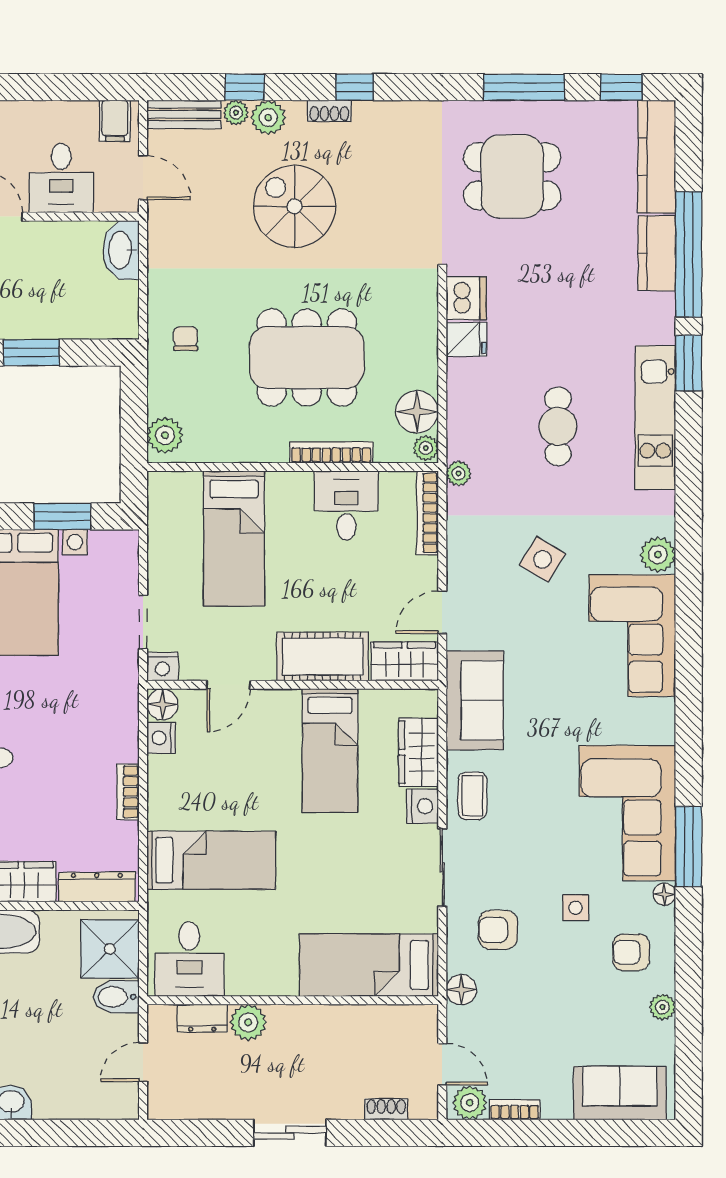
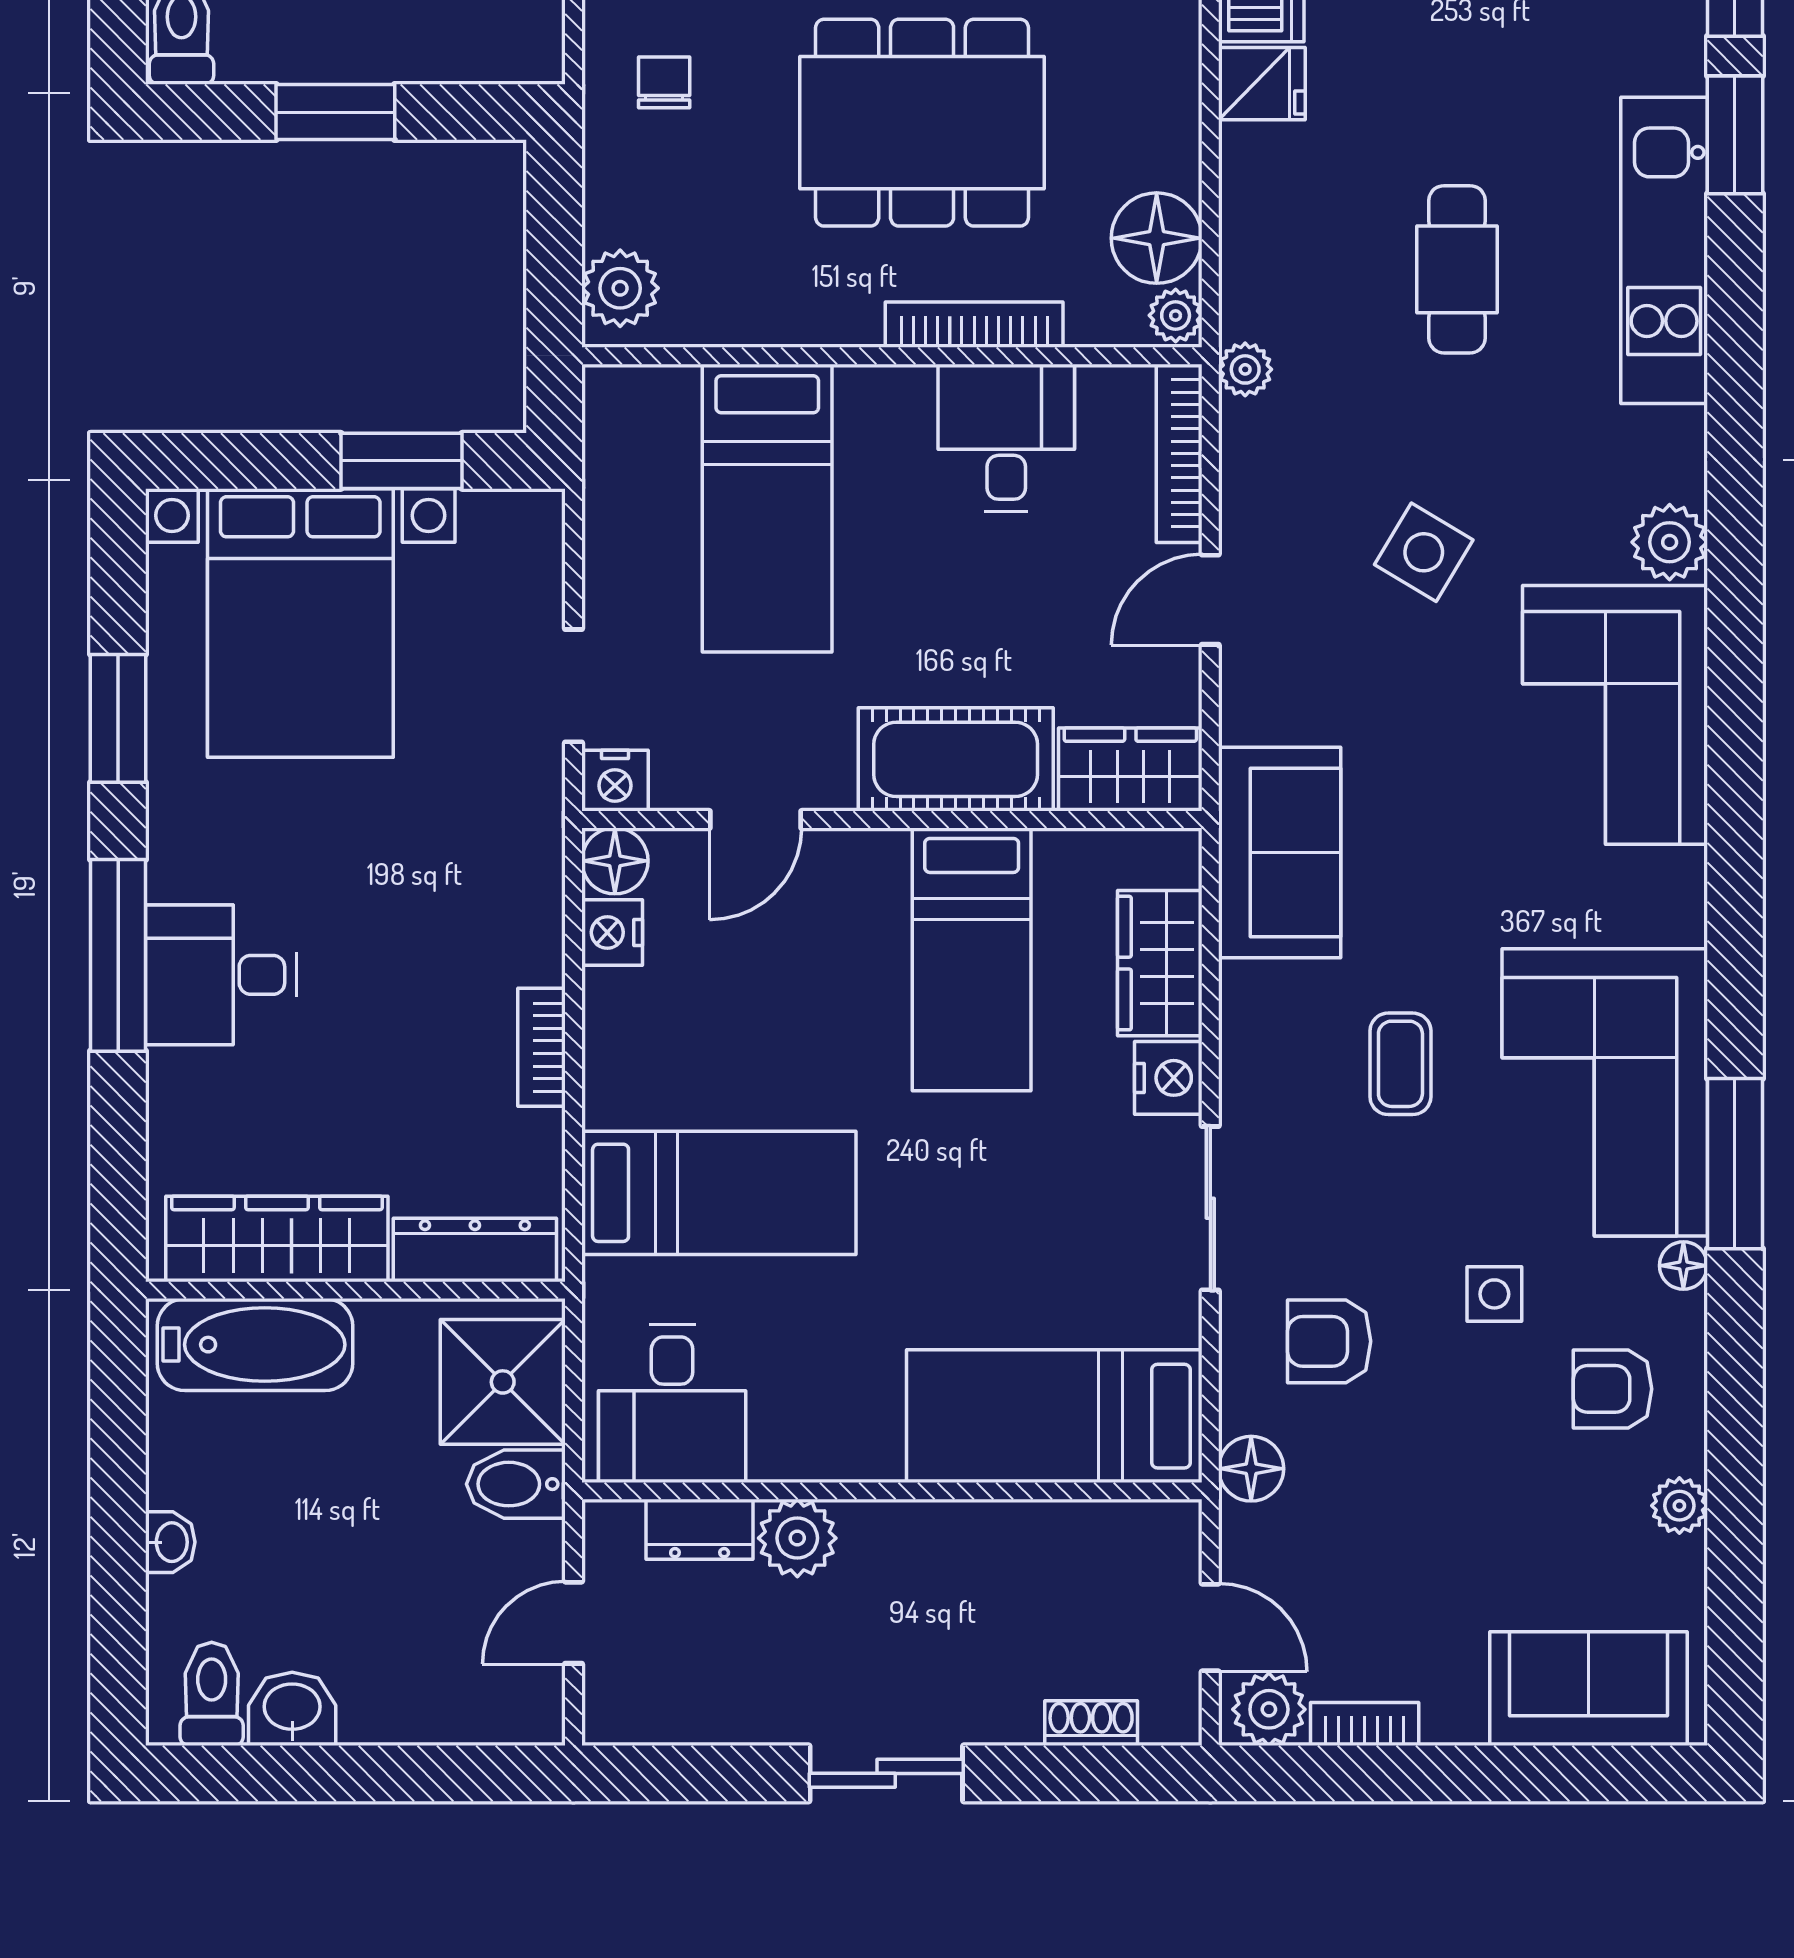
door: (442, 612) -> (1210, 600), moved
coffee table: (472, 796) -> (1400, 1064), moved

